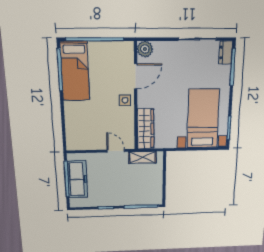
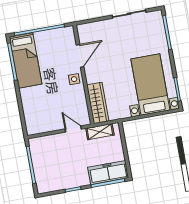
plant: (145, 49) -> (84, 30), removed
dresser: (226, 52) -> (158, 21), removed
freezer: (77, 179) -> (108, 173), moved, turned -90

